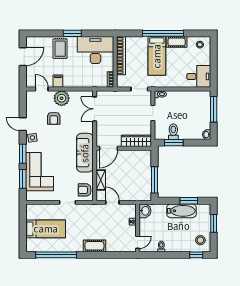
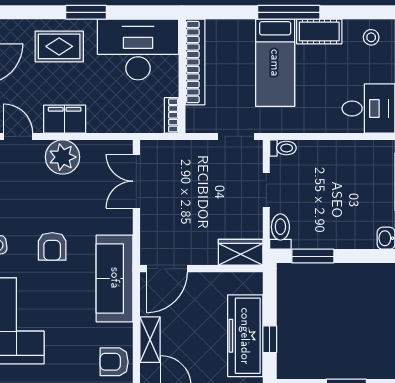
window: (163, 33) -> (289, 12), width x0.68
rug: (60, 49) -> (59, 46), turned 90
filing cabinet: (58, 81) -> (65, 119), width x2.00
armchair: (54, 118) -> (52, 246), moved
toilet: (173, 132) -> (280, 232), moved
wardrobe: (136, 141) -> (241, 252), width x0.67
freezer: (144, 178) -> (245, 336), added
window: (154, 180) -> (270, 339), width x0.46

